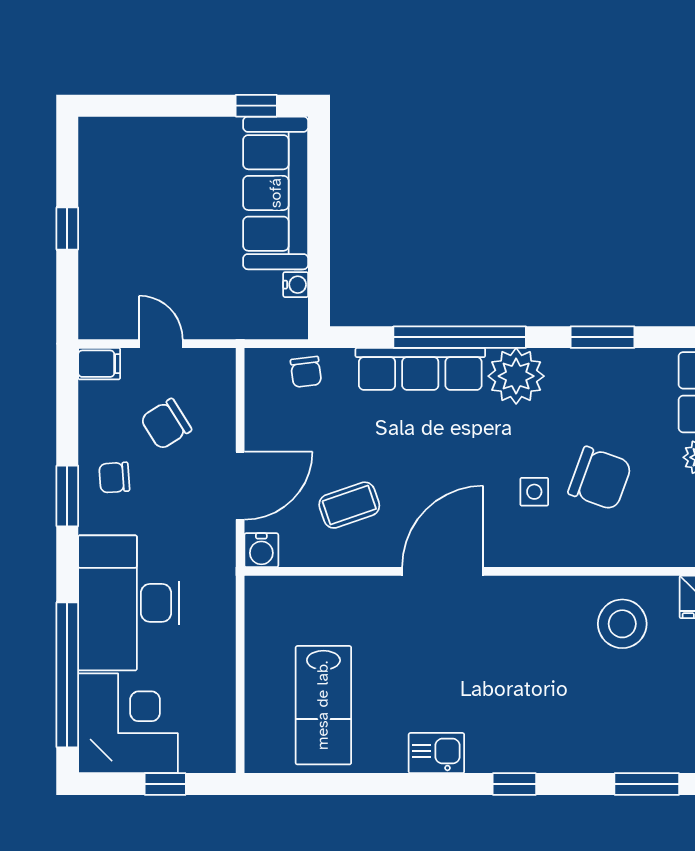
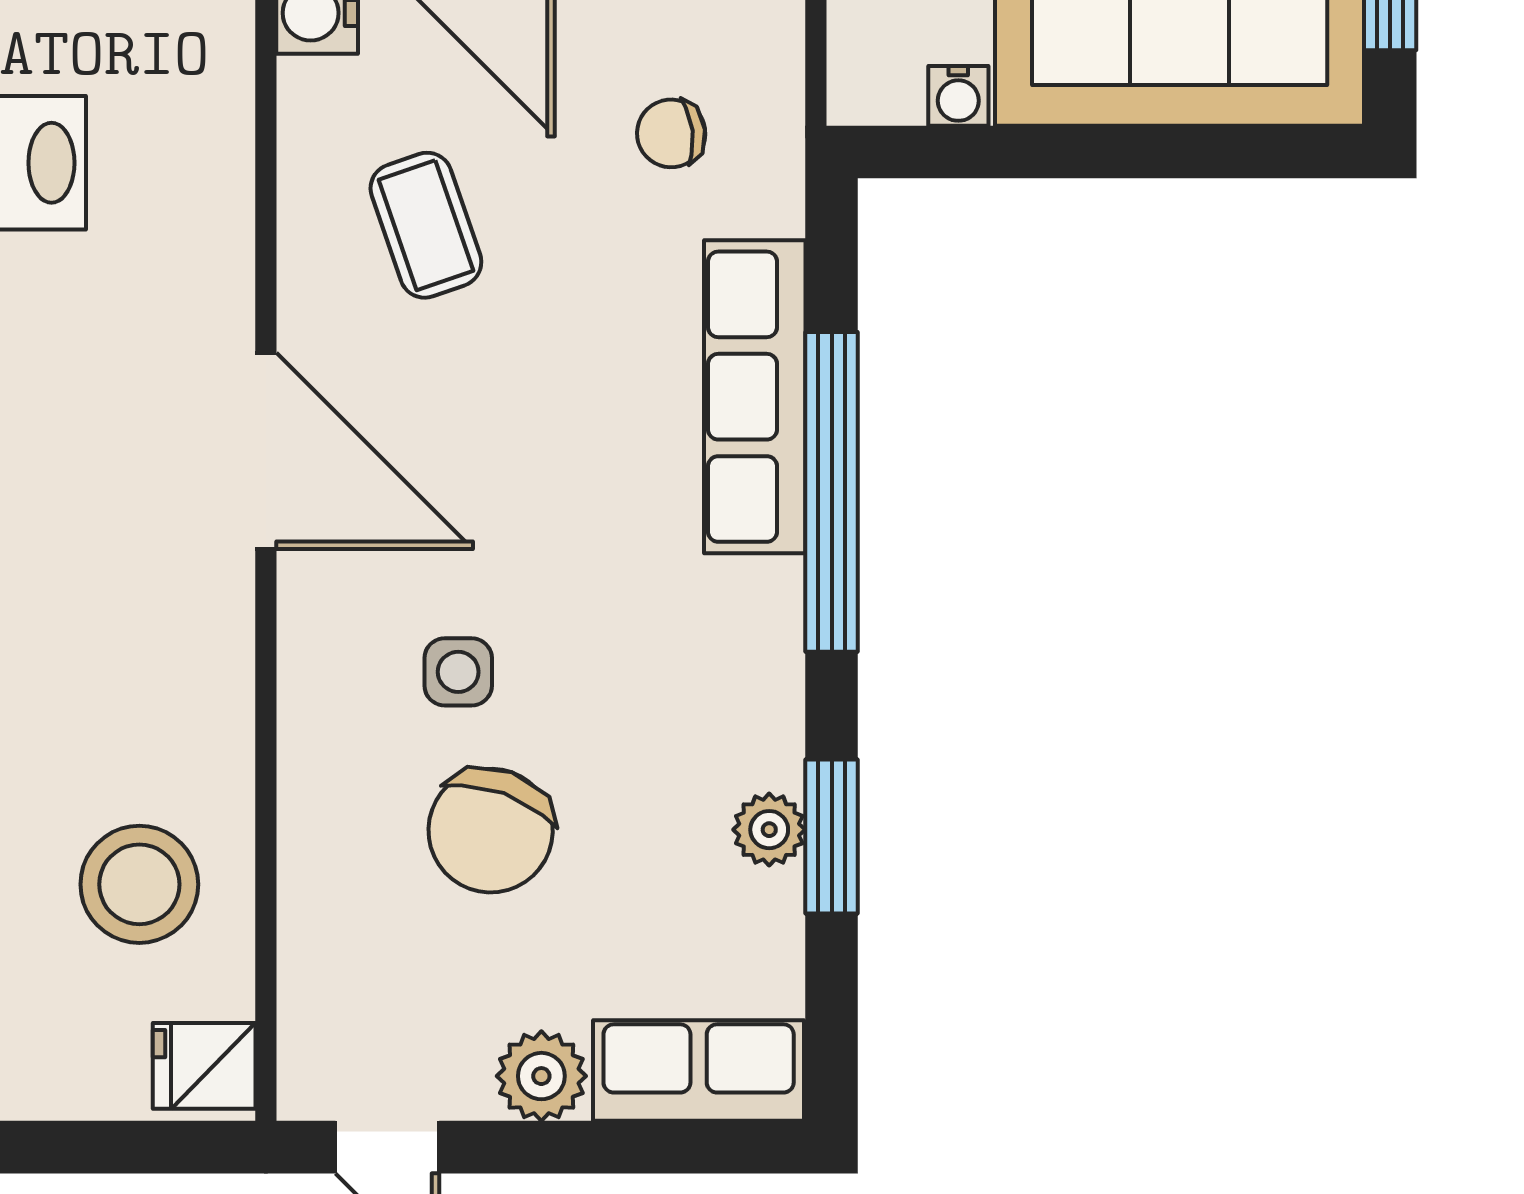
chair: (306, 372) -> (671, 133), moved
plant: (516, 376) -> (769, 830), moved, width x0.53, depth x0.53

